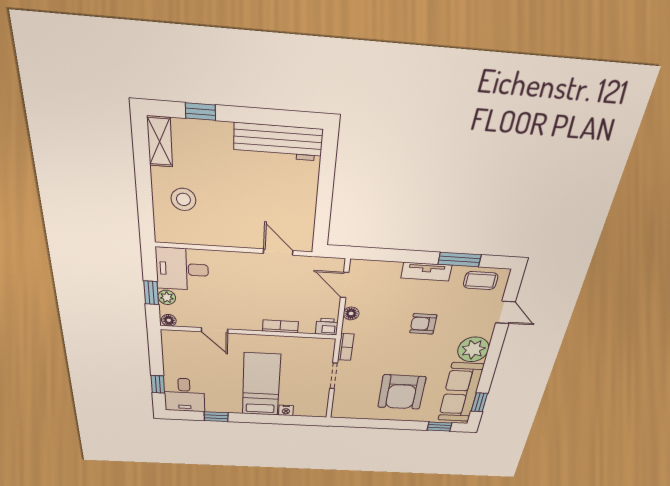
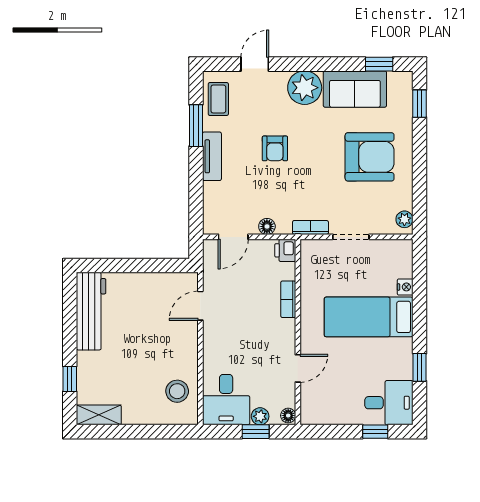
stool: (183, 199) -> (177, 391), moved
sofa: (461, 393) -> (355, 89), width x0.73
plant: (344, 413) -> (404, 219), added

